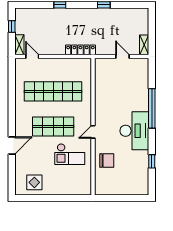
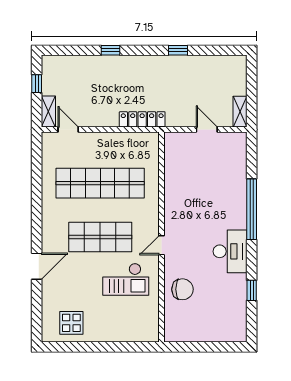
desk: (134, 131) -> (230, 251), width x0.73, depth x0.77

